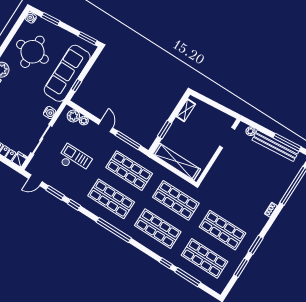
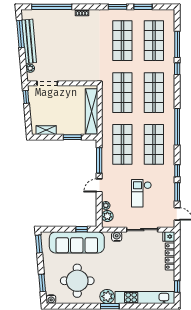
window: (227, 111) -> (26, 97), added

